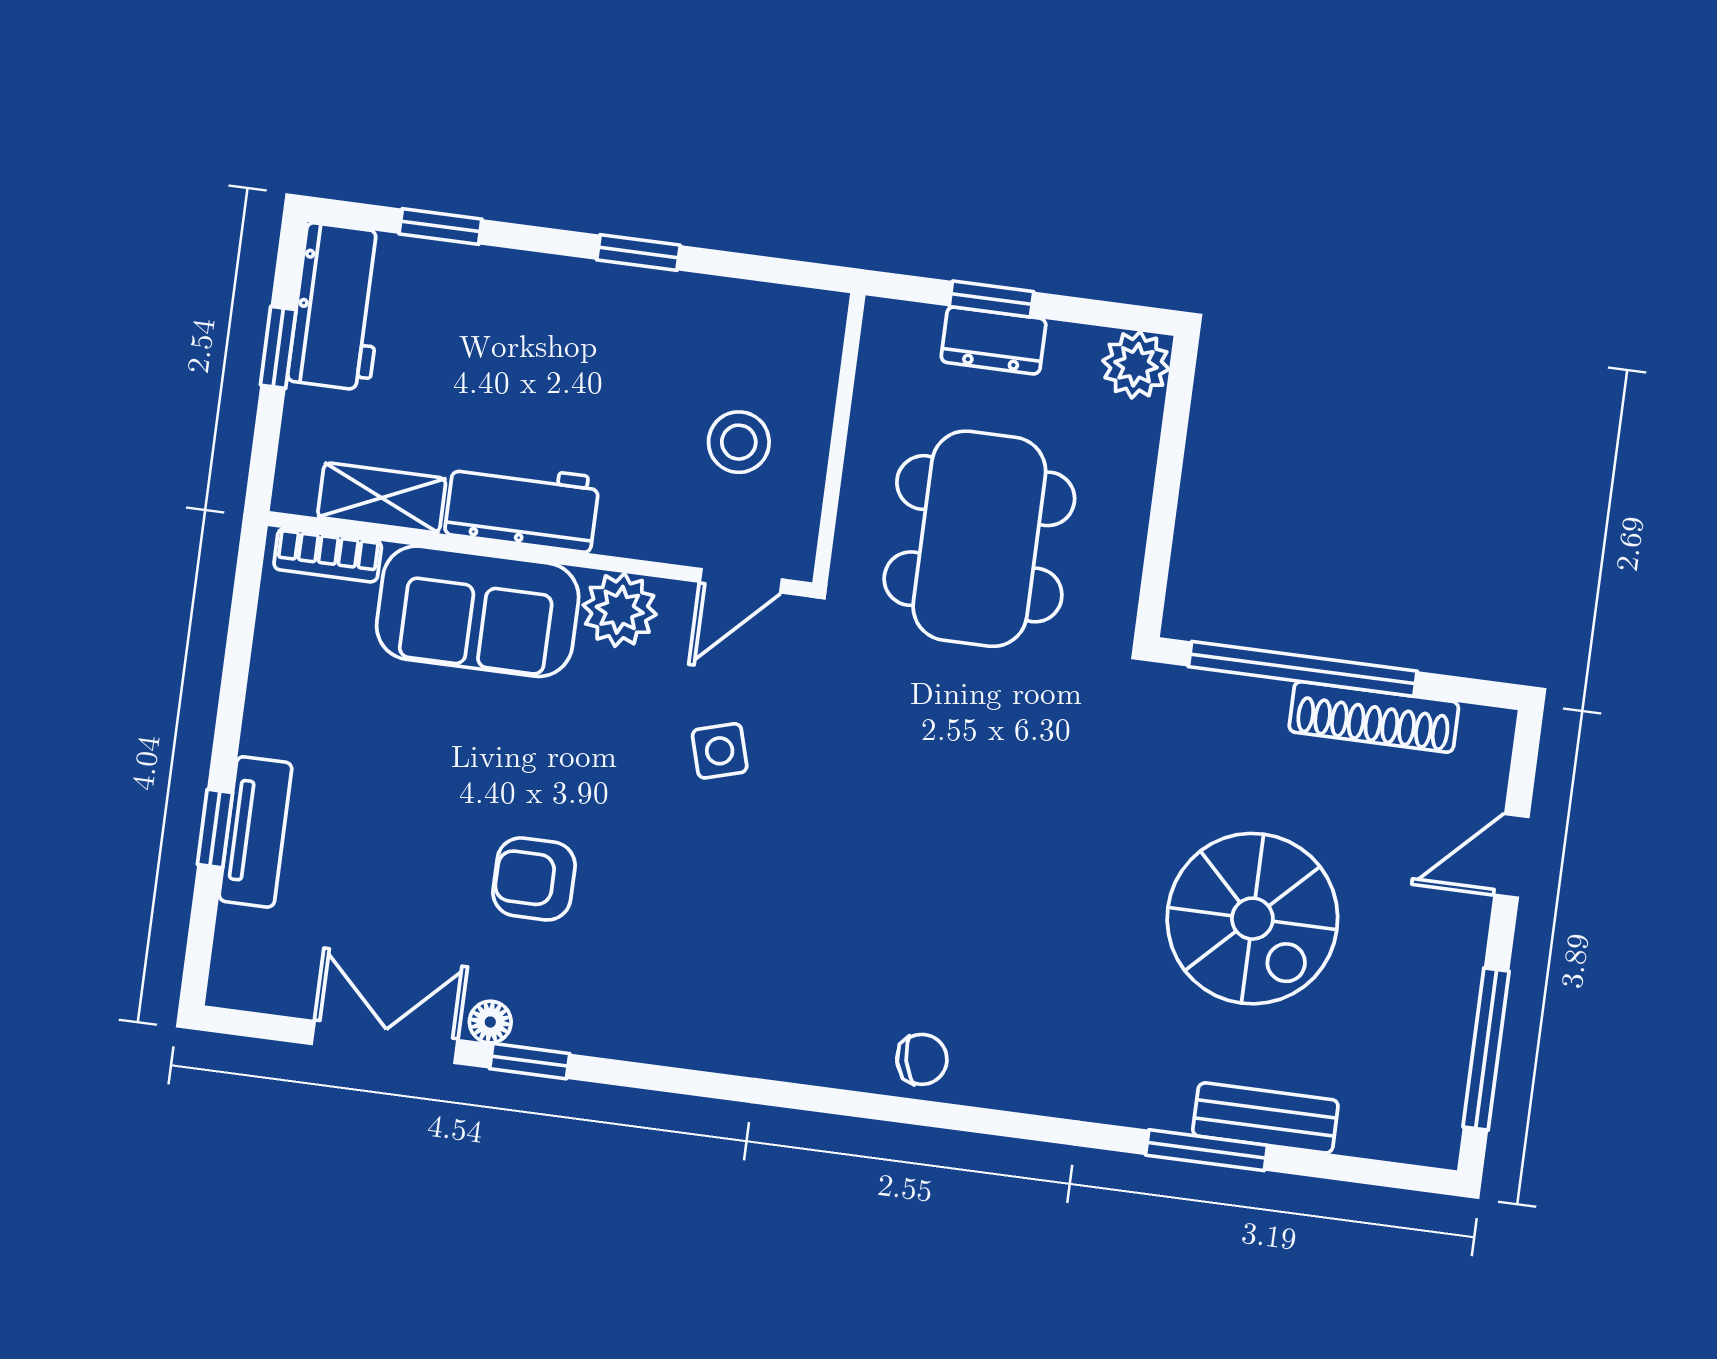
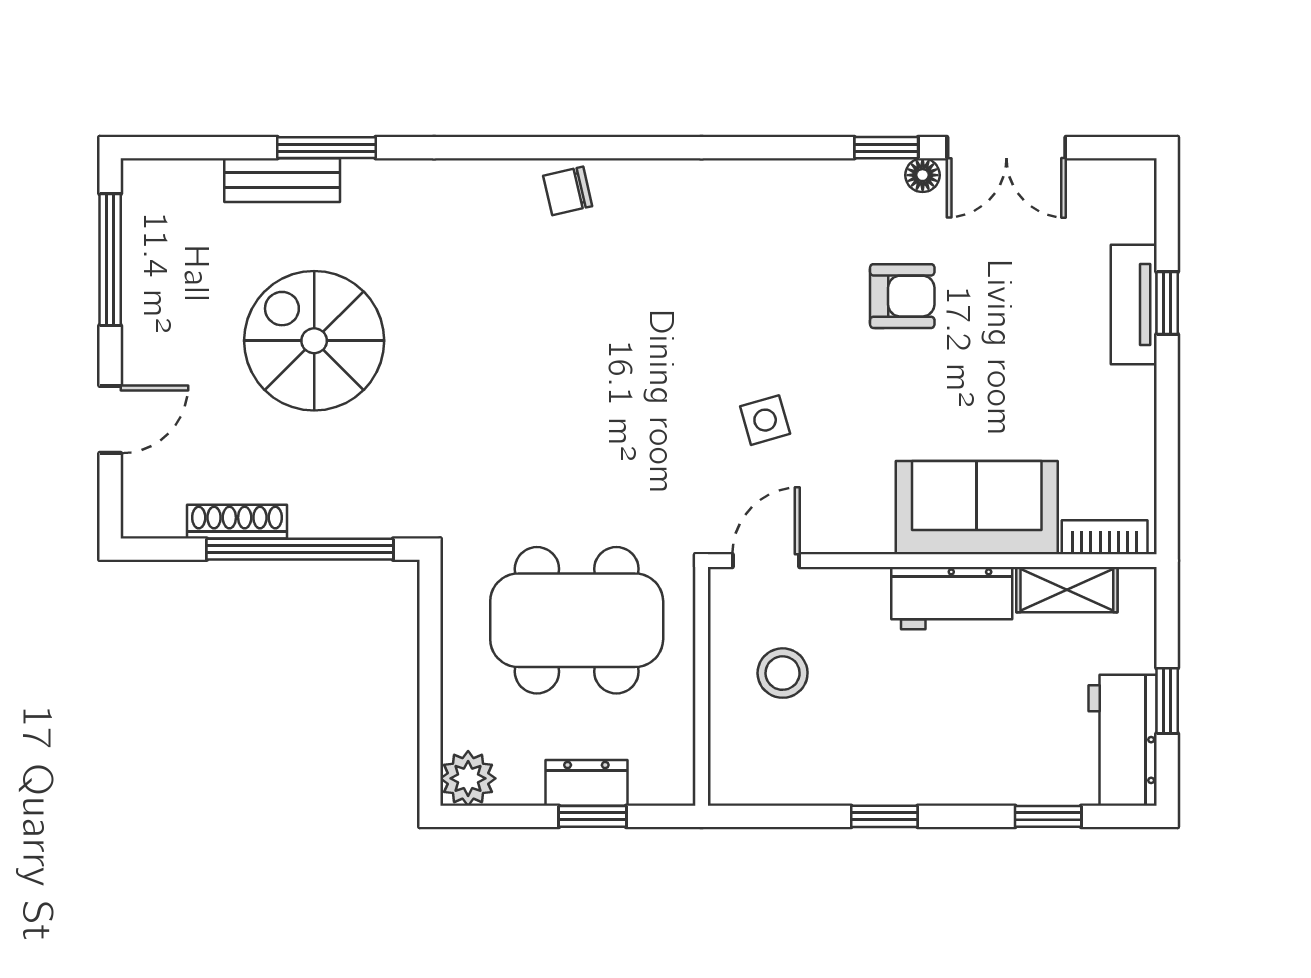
dining table: (979, 539) -> (577, 620), turned 90
plant: (620, 610) -> (861, 524), removed
shoe rack: (1374, 717) -> (237, 522), width x0.74, depth x0.81

